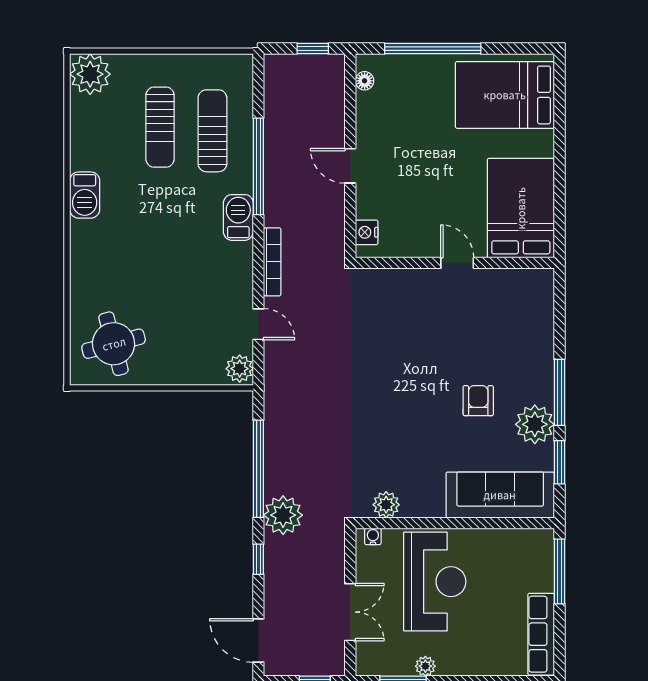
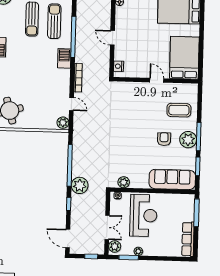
coffee table: (511, 332) -> (179, 110), added
plant: (535, 424) -> (188, 140), moved
plant: (369, 656) -> (115, 246), added

